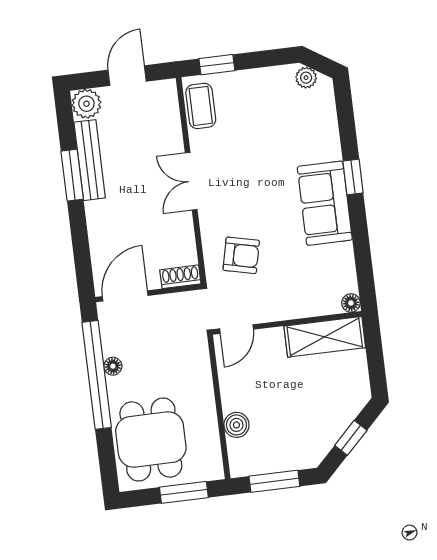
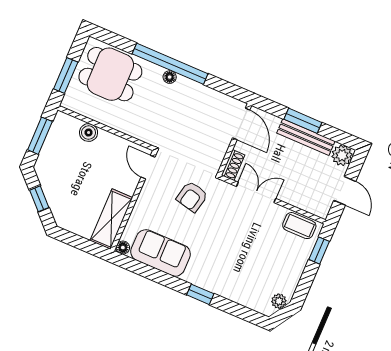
sofa: (325, 203) -> (161, 253), moved
shoe rack: (180, 277) -> (233, 165), moved
wall: (149, 293) -> (235, 139), moved
door: (125, 296) -> (241, 124), moved

